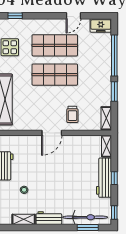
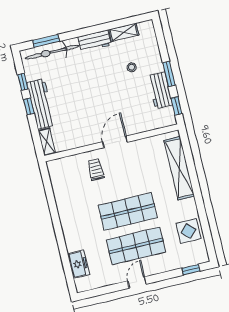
door: (73, 16) -> (137, 282), moved
freezer: (101, 25) -> (78, 264), moved, turned 90
window: (114, 55) -> (63, 251), removed
window: (114, 92) -> (53, 208), removed
shelving: (106, 118) -> (55, 175), removed
window: (114, 212) -> (23, 82), moved

